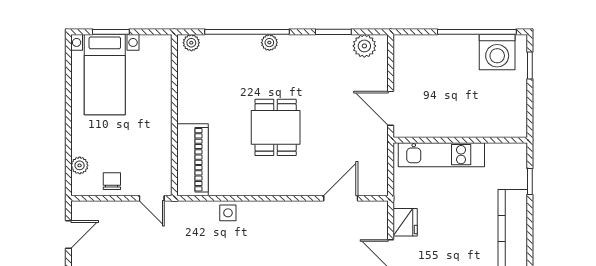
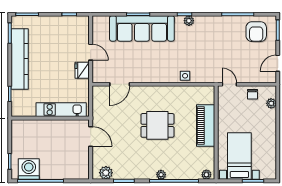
bed with nightstands: (105, 75) -> (239, 156), moved
dining table: (276, 127) -> (157, 125), turned 90
piano: (193, 160) -> (206, 125), moved

